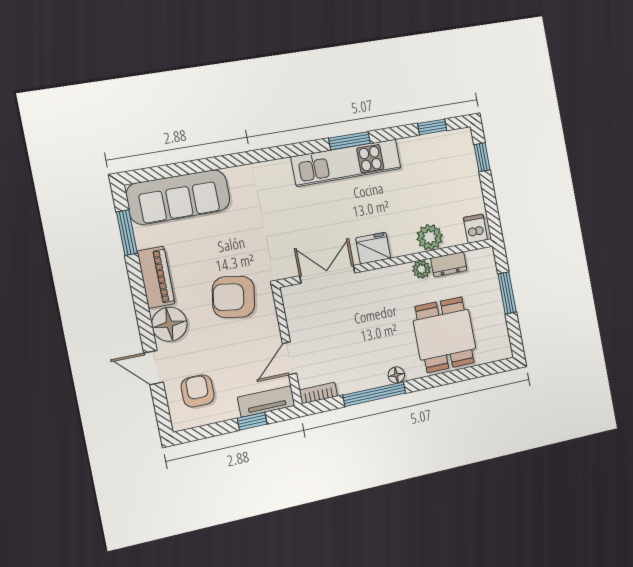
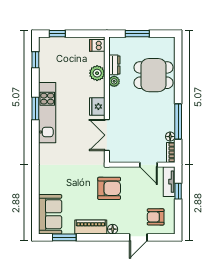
sofa: (178, 197) -> (50, 214), width x0.73
armchair: (234, 297) -> (109, 188), turned -99
floor lamp: (169, 324) -> (113, 229), width x0.53, depth x0.53
floor lamp: (396, 375) -> (170, 137), moved

